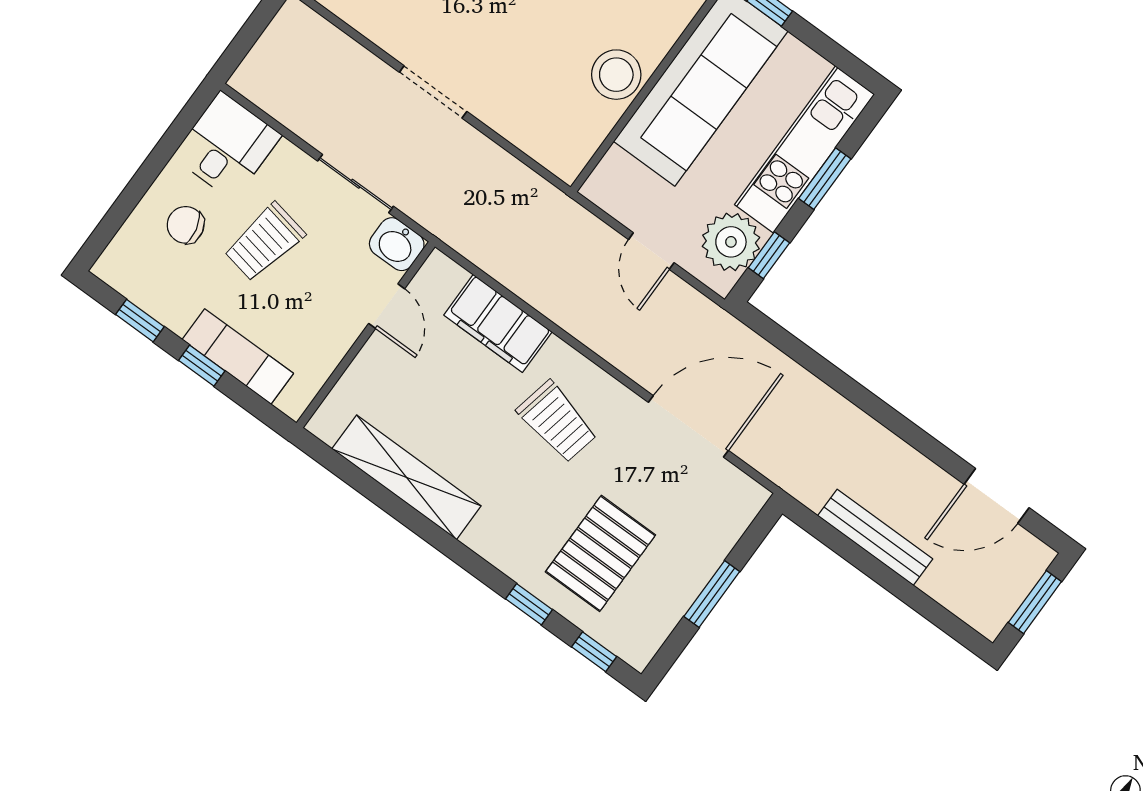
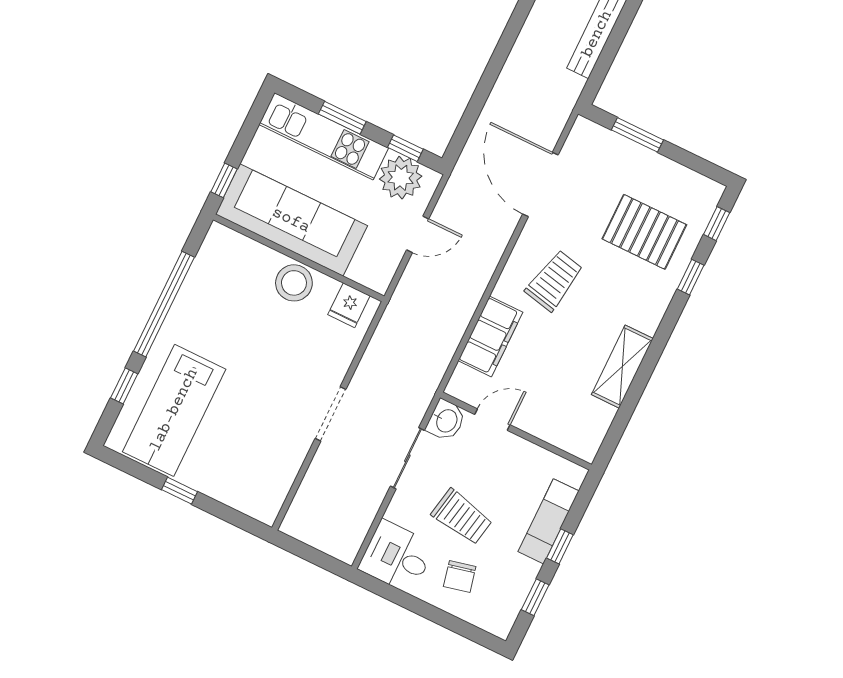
fridge: (573, 142) -> (349, 305), added
shelving: (406, 477) -> (622, 367), width x0.68
window: (712, 594) -> (637, 135), moved

